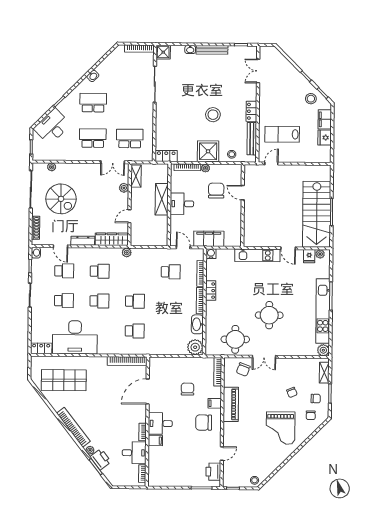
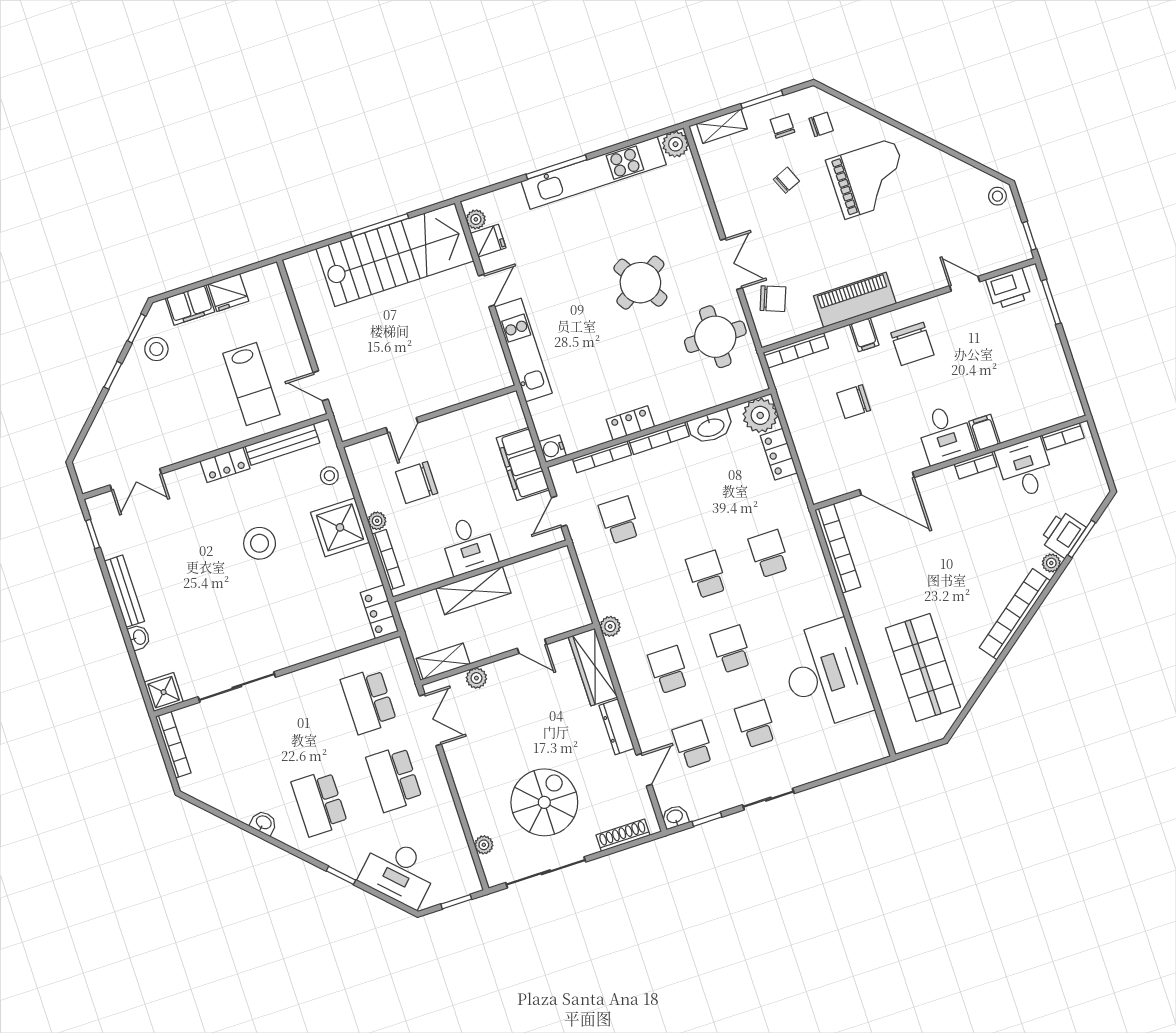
round table: (269, 315) -> (640, 283), turned -32
locker: (41, 348) -> (779, 454), moved

